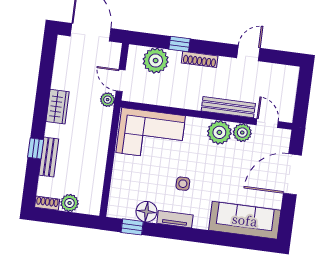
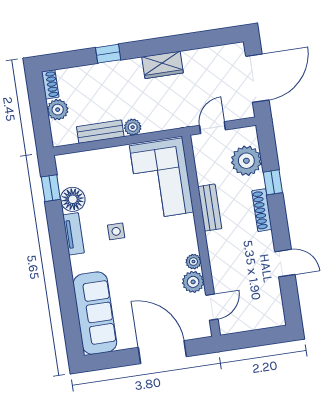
plant: (108, 100) -> (133, 127), moved
bench: (228, 107) -> (210, 208), moved, width x0.73
plant: (219, 132) -> (193, 262), width x0.53, depth x0.53
bench: (49, 157) -> (100, 132), moved

